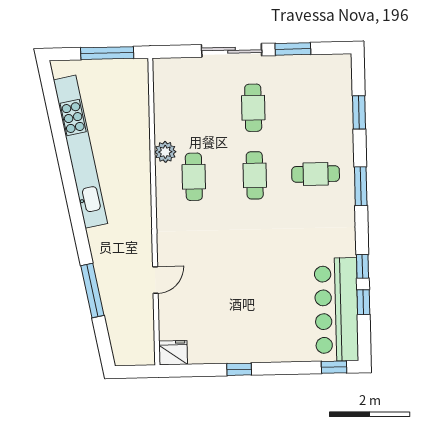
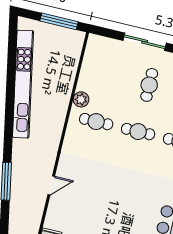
cafe table: (255, 175) -> (138, 132), turned 90
cafe table: (194, 177) -> (96, 122), turned 90

